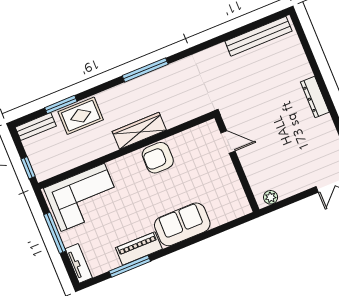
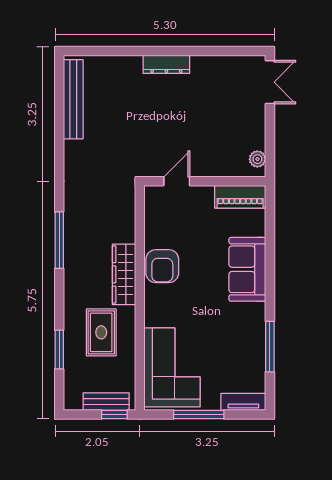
rug: (81, 116) -> (101, 332), moved
bench: (36, 127) -> (106, 402), moved, turned 90
piano: (139, 248) -> (240, 197), moved, turned -90

